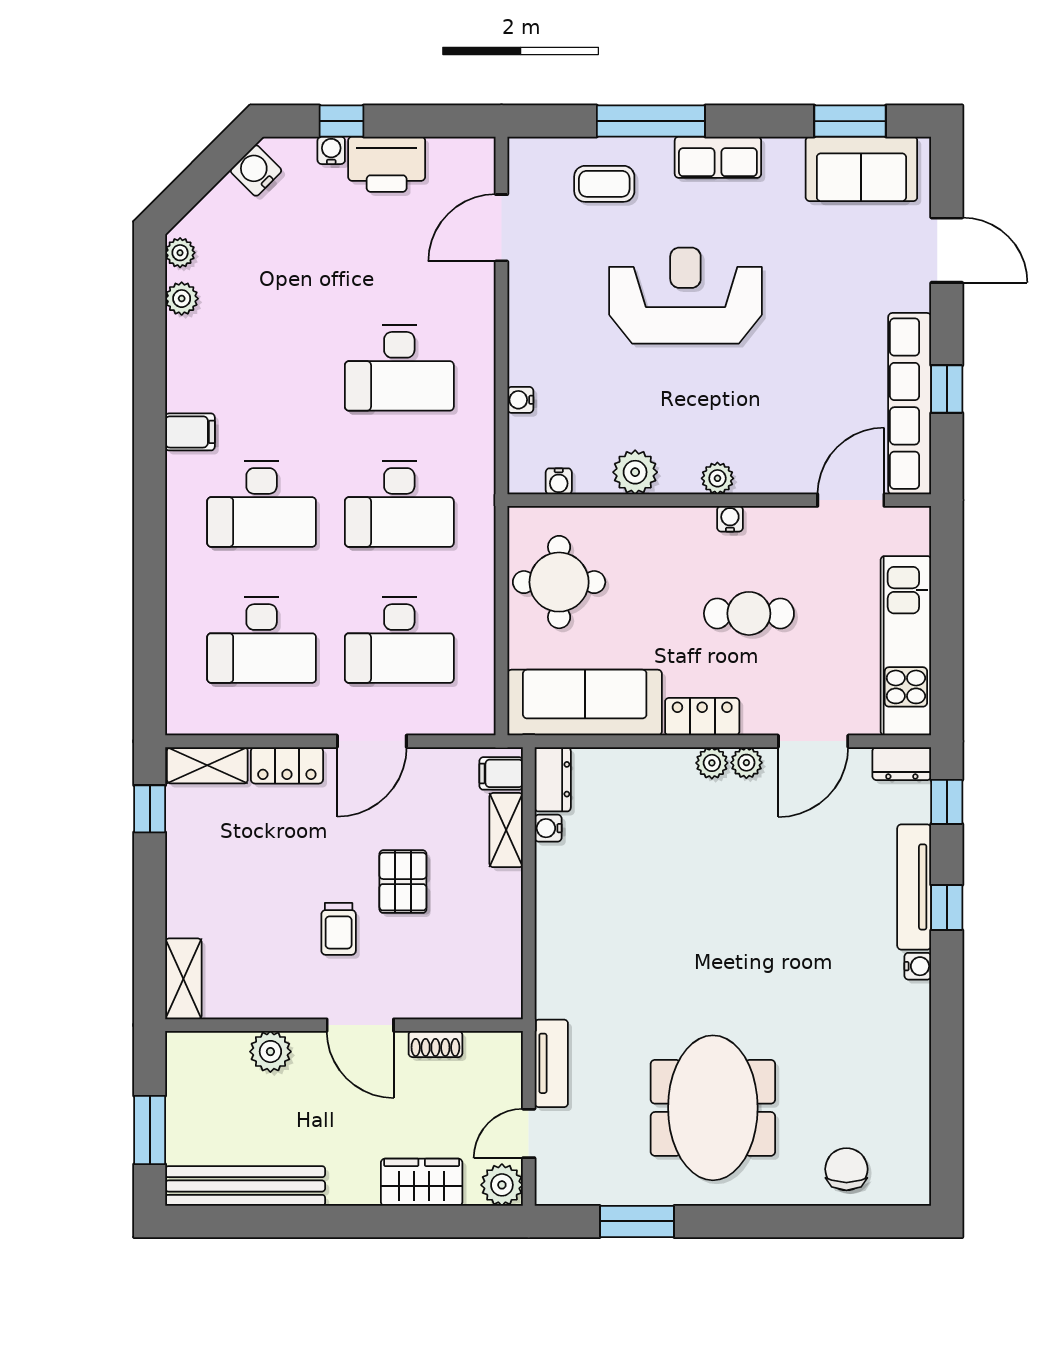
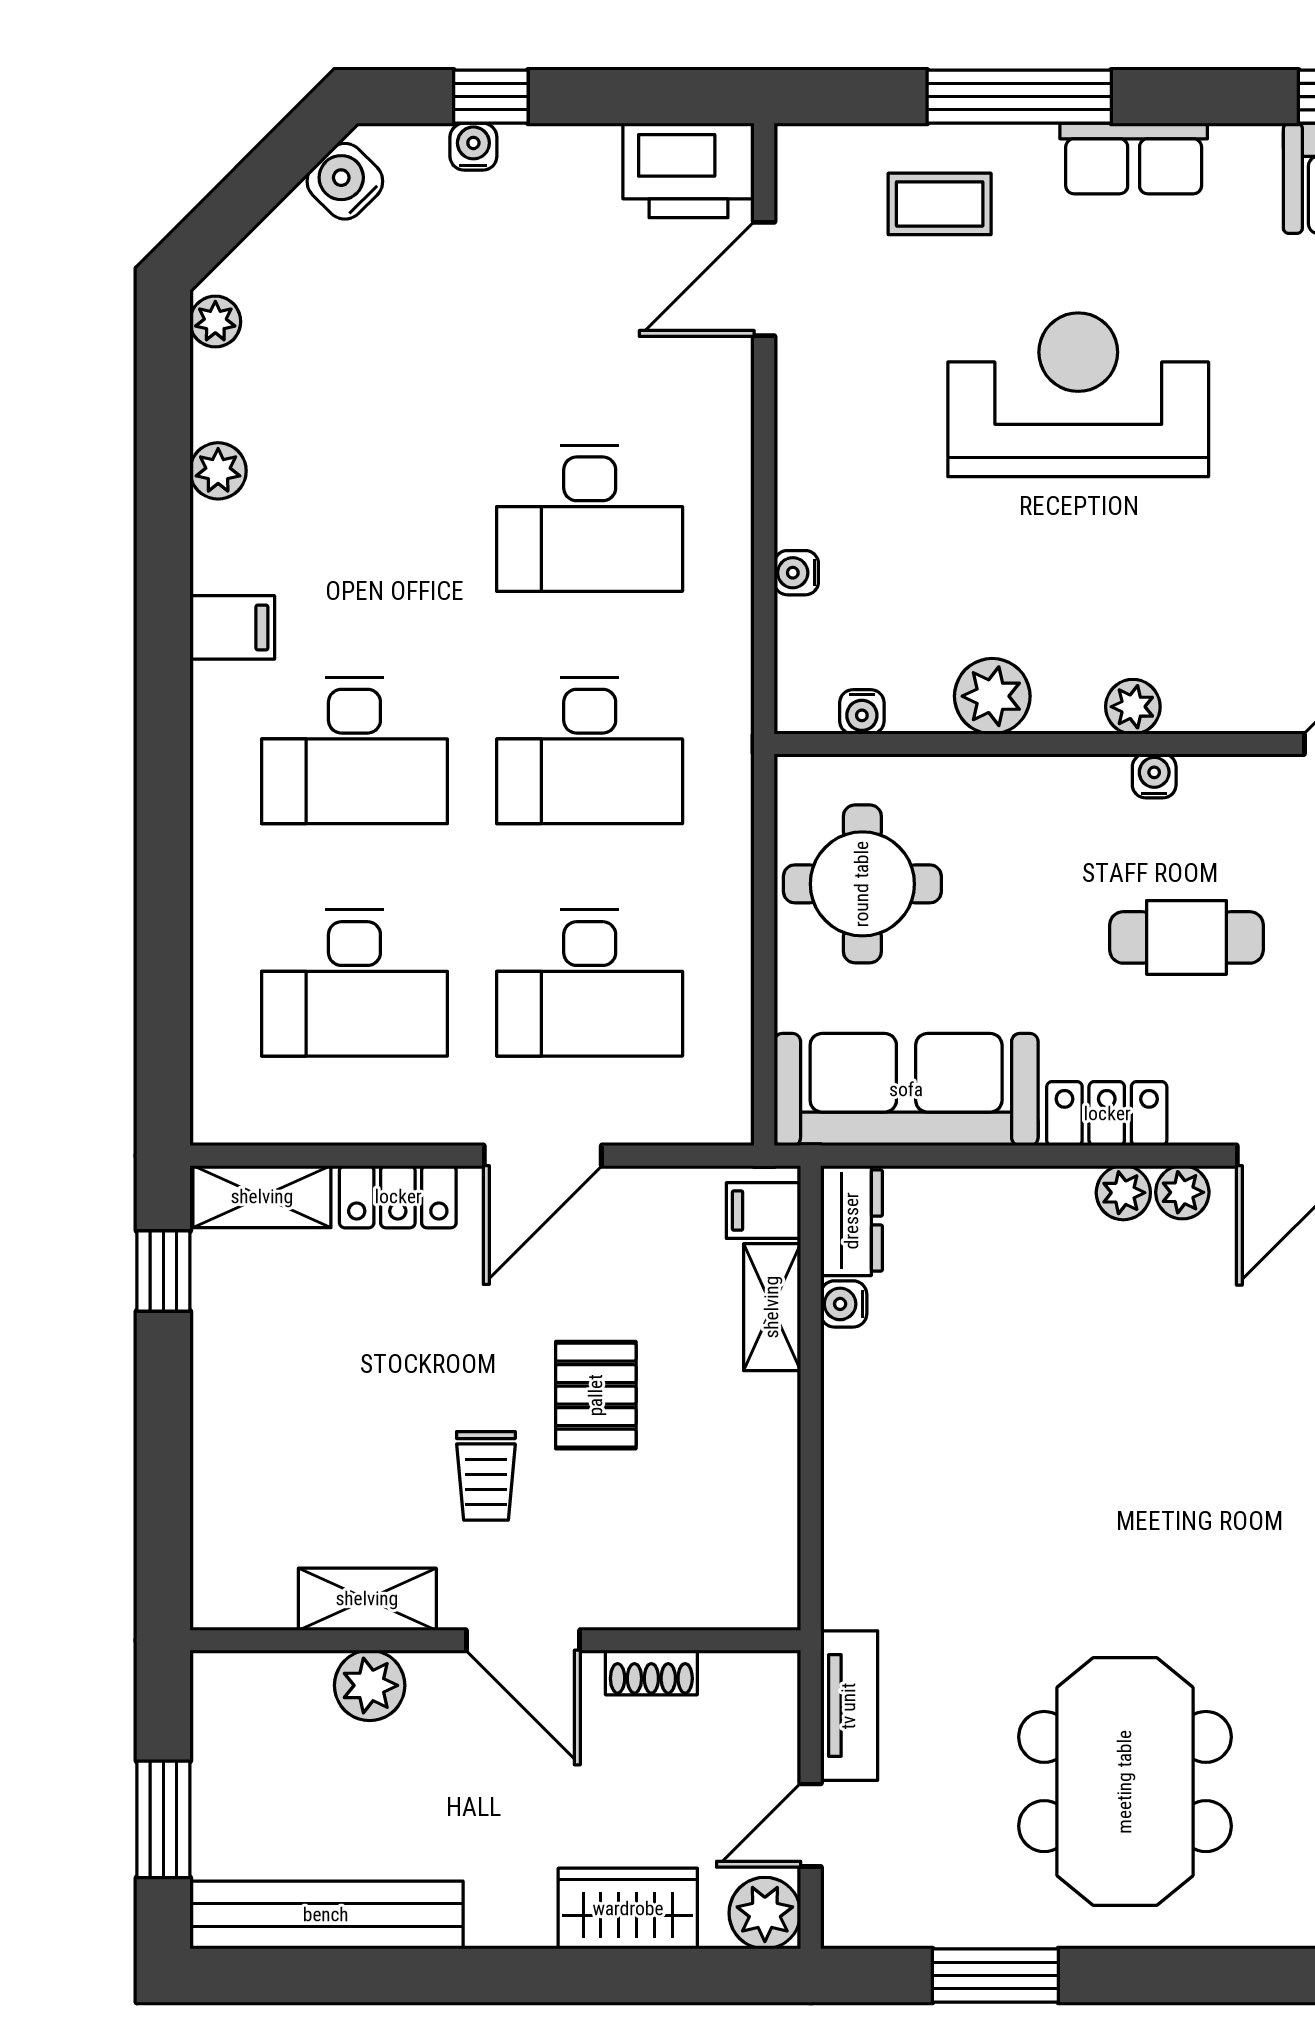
printer: (387, 164) -> (688, 170), moved
plant: (182, 299) -> (218, 471), moved
shelving: (183, 979) -> (367, 1599), moved, turned 90

